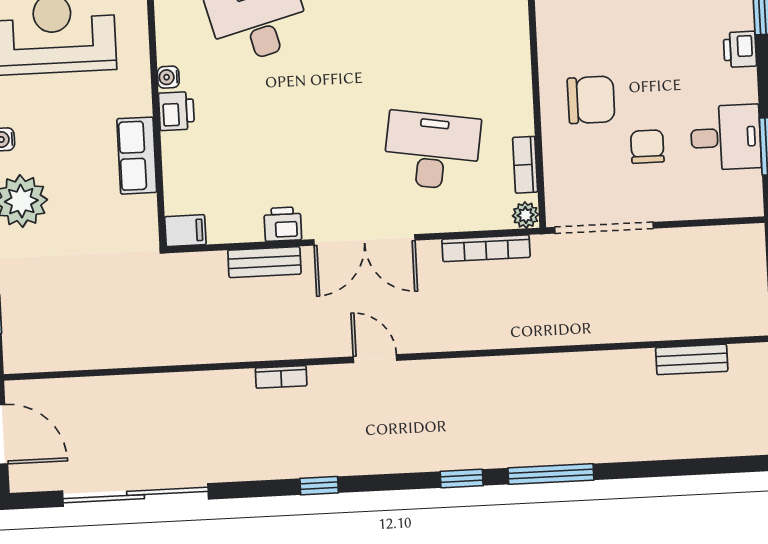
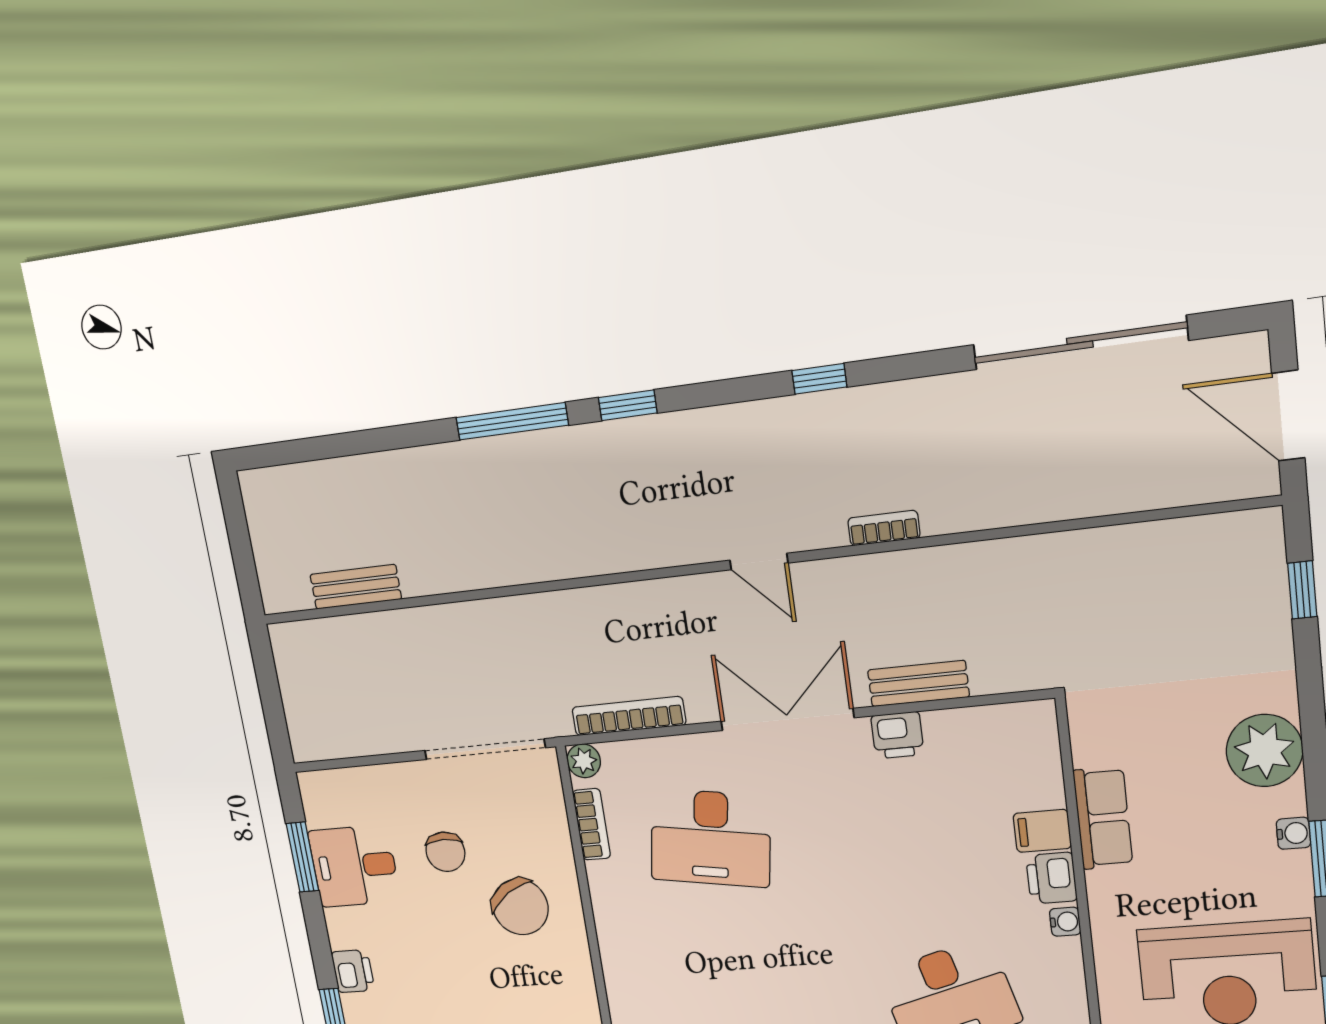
chair: (591, 100) -> (520, 907), turned -123
filing cabinet: (185, 231) -> (1042, 831), moved

